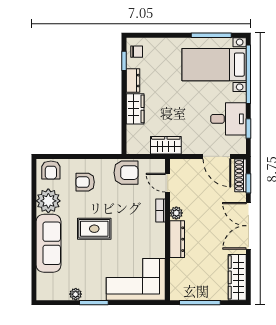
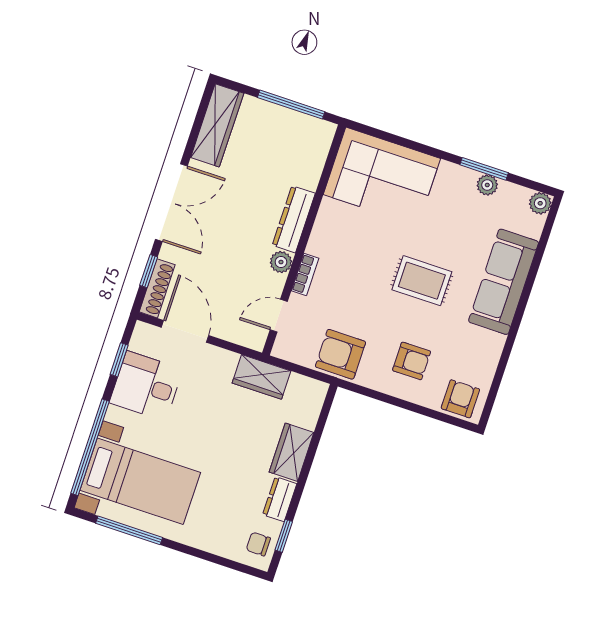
door: (168, 183) -> (279, 316), swing flipped
plant: (48, 201) -> (540, 203), moved, width x0.53, depth x0.53
window: (94, 303) -> (484, 169), moved

